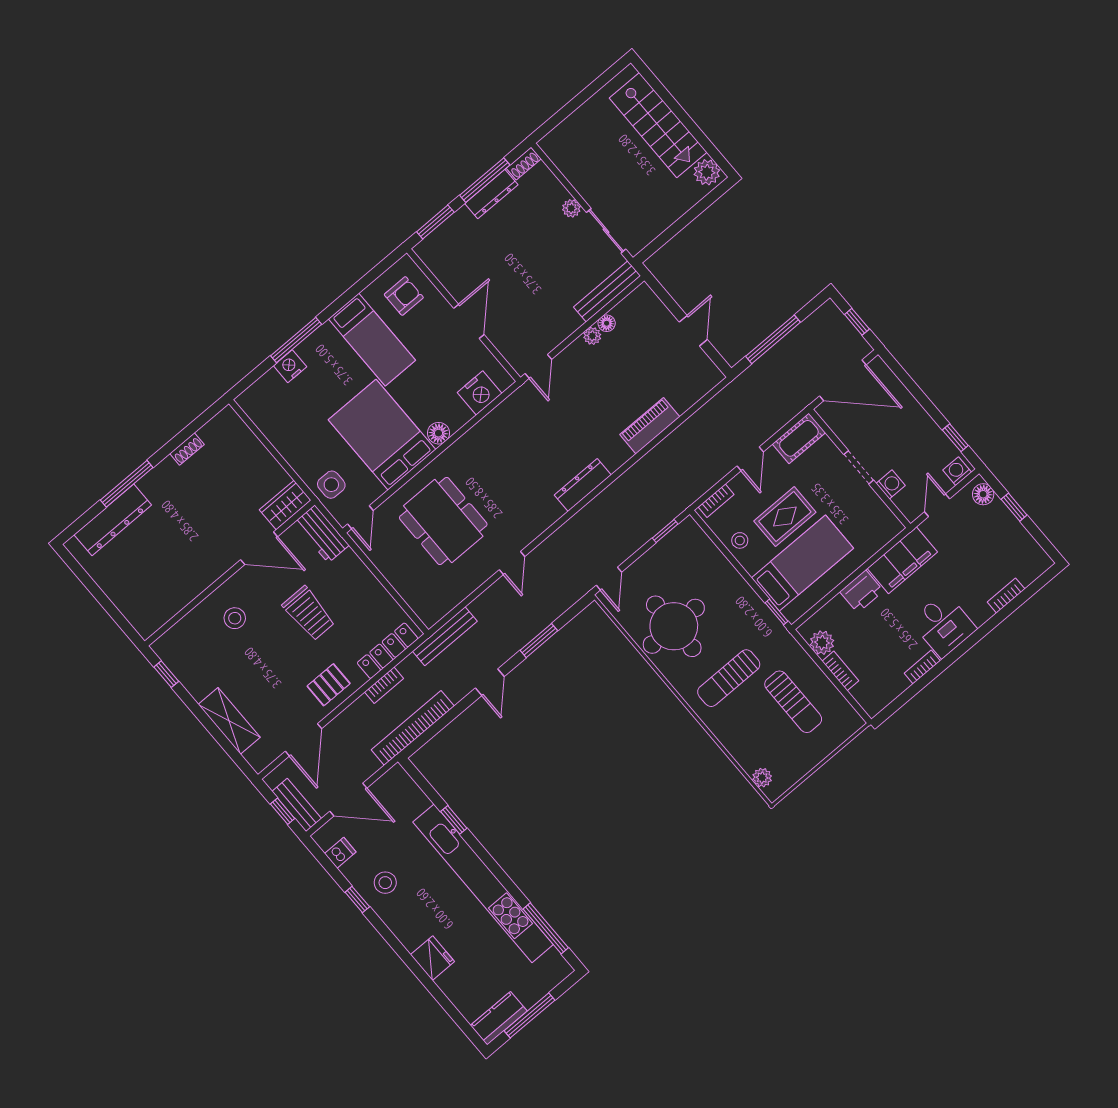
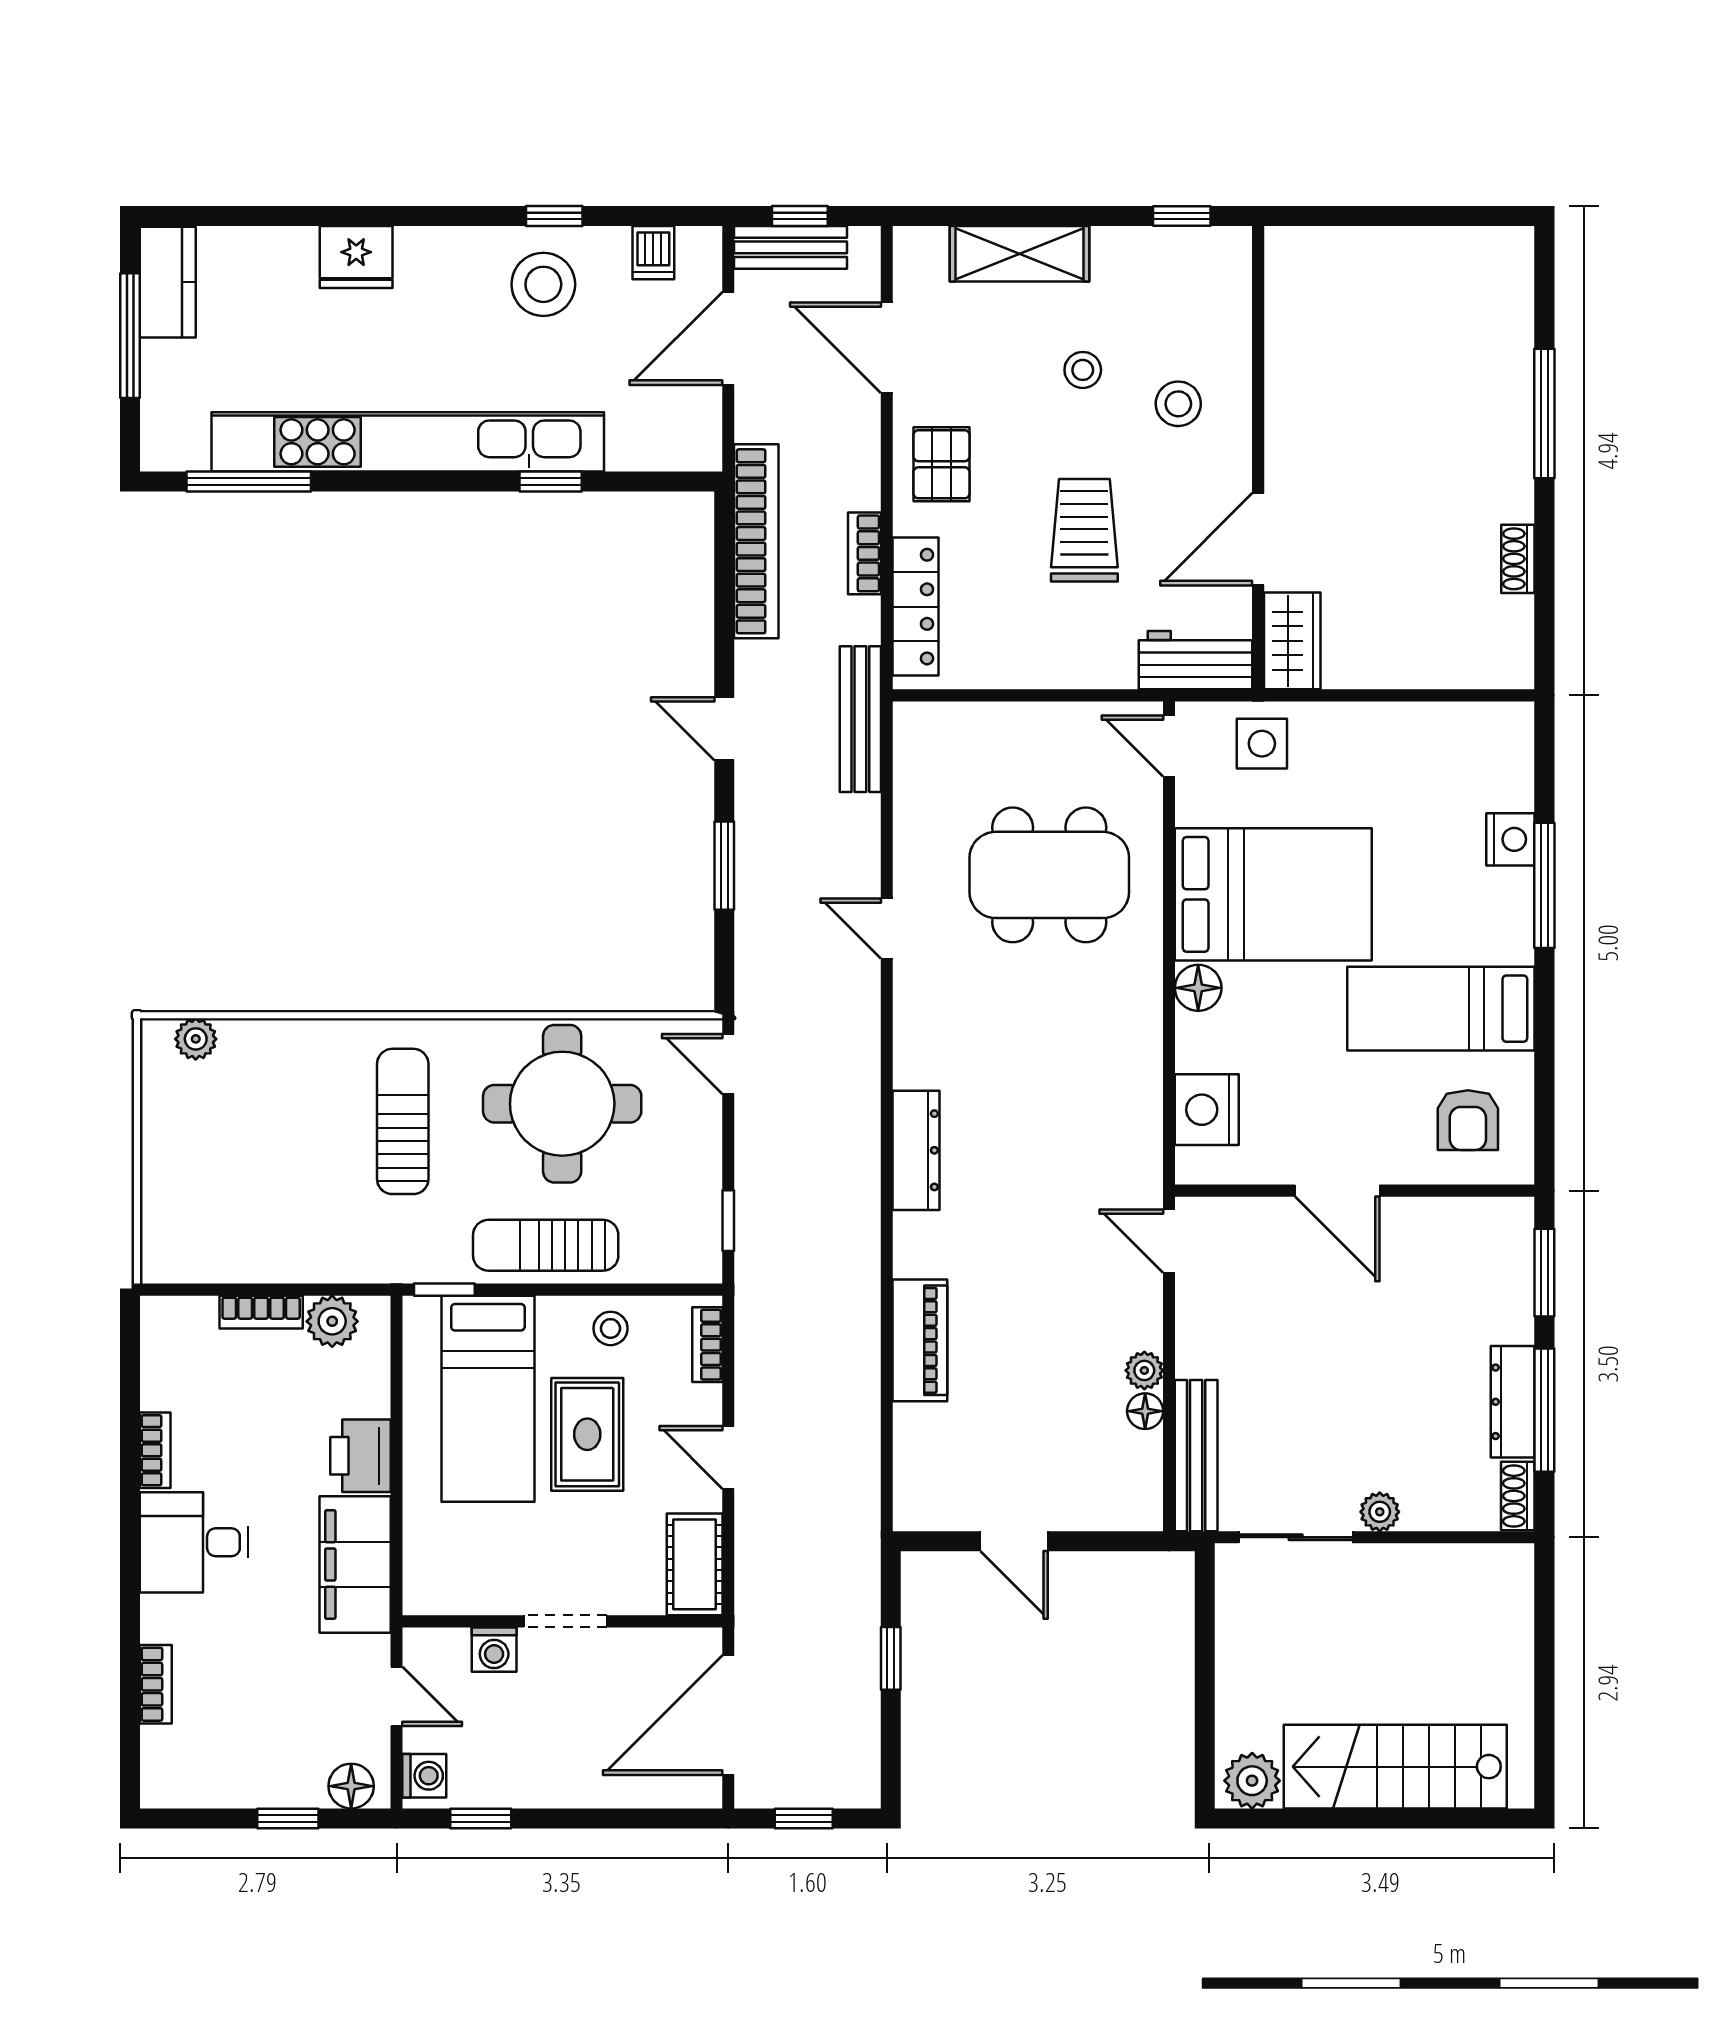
window: (773, 339) -> (891, 1658), width x0.46
dresser: (113, 520) -> (1505, 341), removed
trolley: (309, 613) -> (1084, 530), turned 90
stool: (252, 663) -> (1083, 370), added
sun lounger: (793, 702) -> (546, 1245), moved
stool: (385, 883) -> (543, 284), width x1.38, depth x1.38

